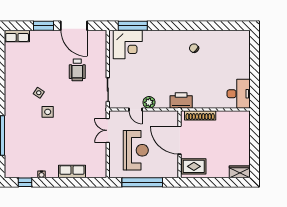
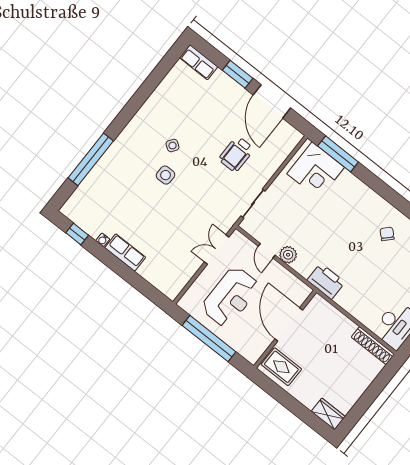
shoe rack: (200, 115) -> (373, 346), moved
row of seats: (72, 172) -> (125, 252), moved

